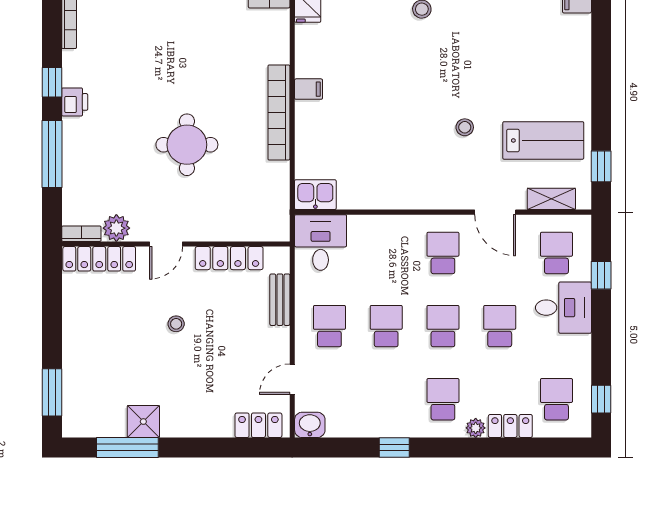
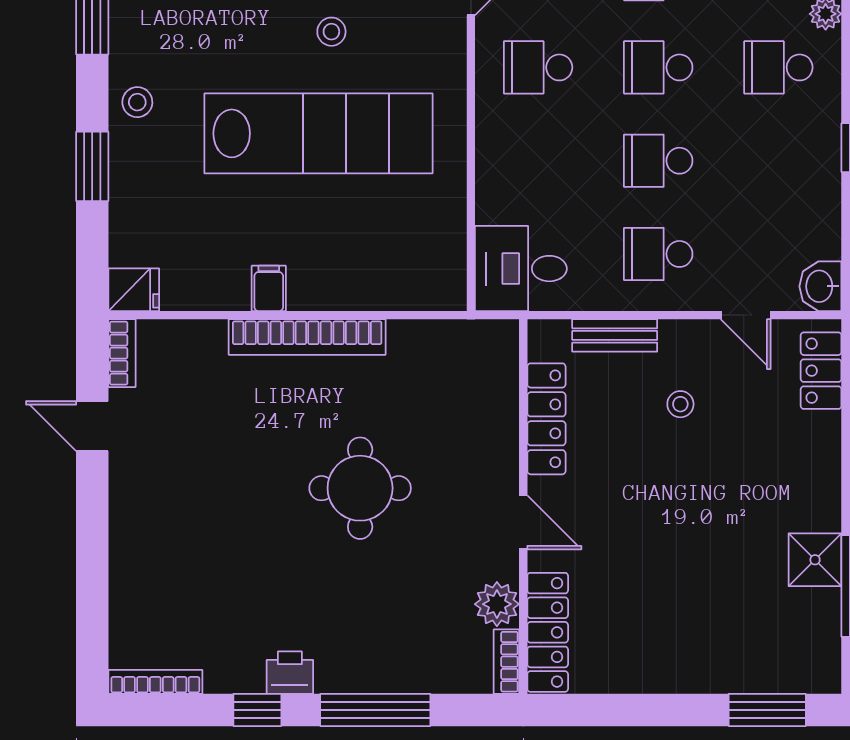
lab bench: (403, 119) -> (318, 133), added
kitchen sink: (315, 195) -> (442, 277), removed
stool: (176, 324) -> (680, 404), moved

